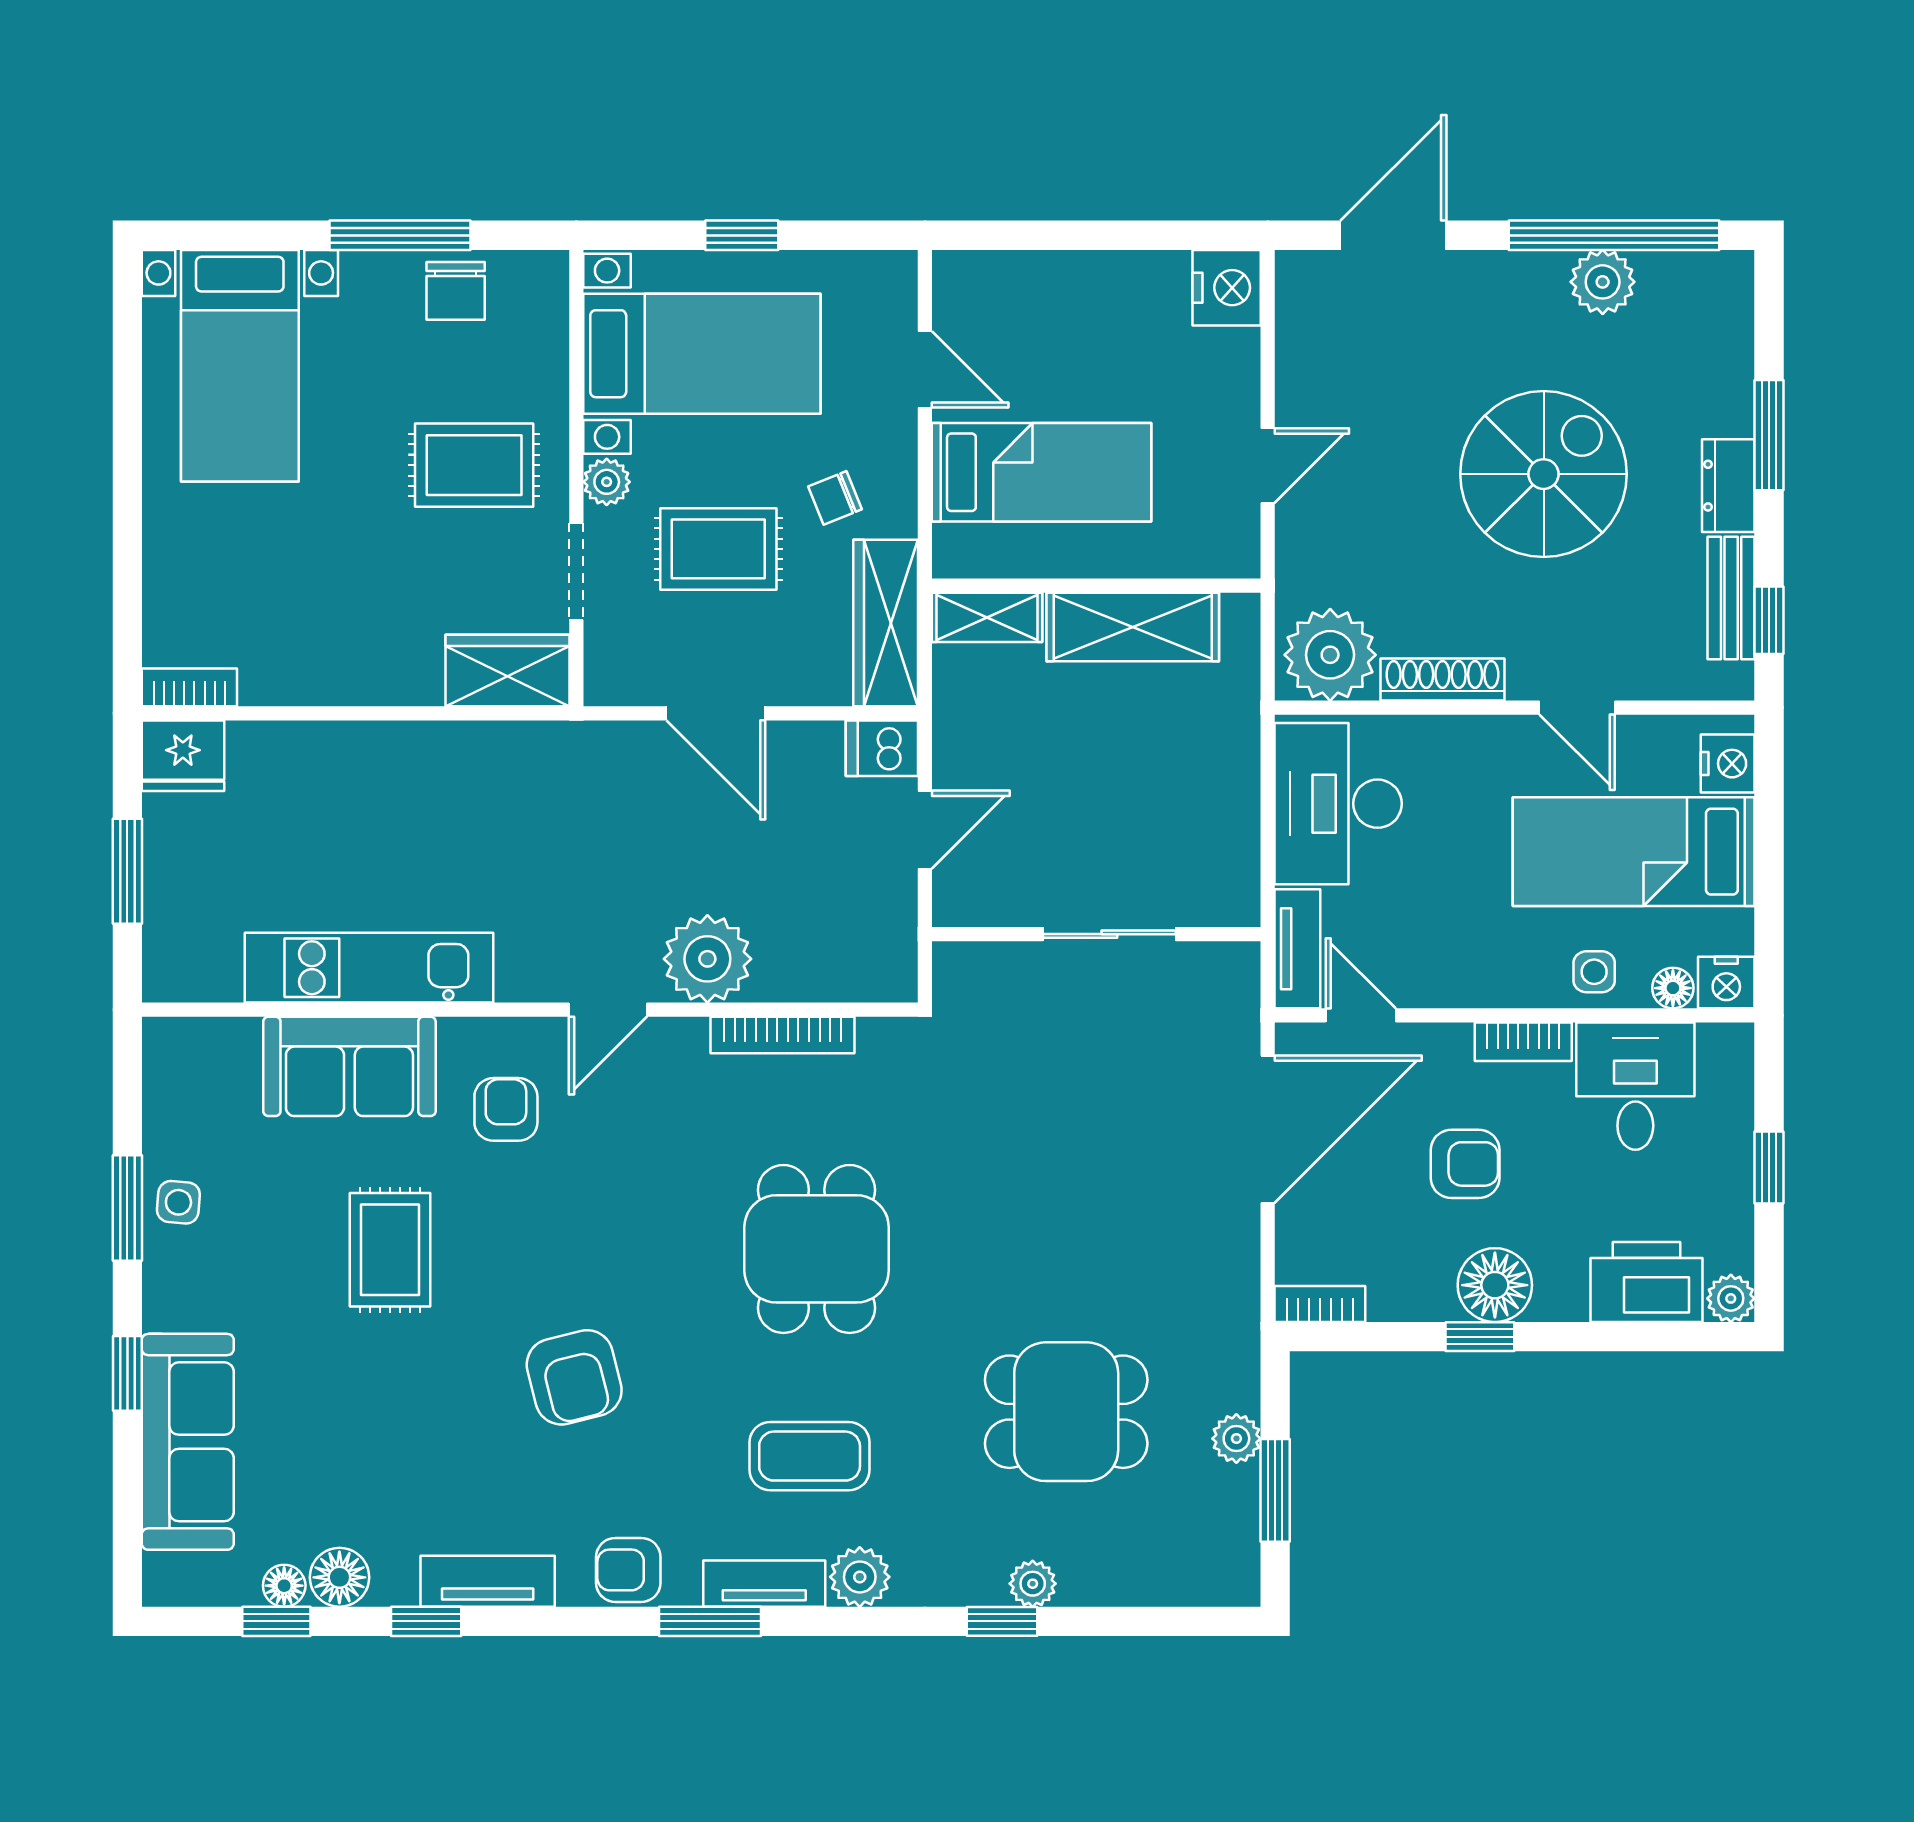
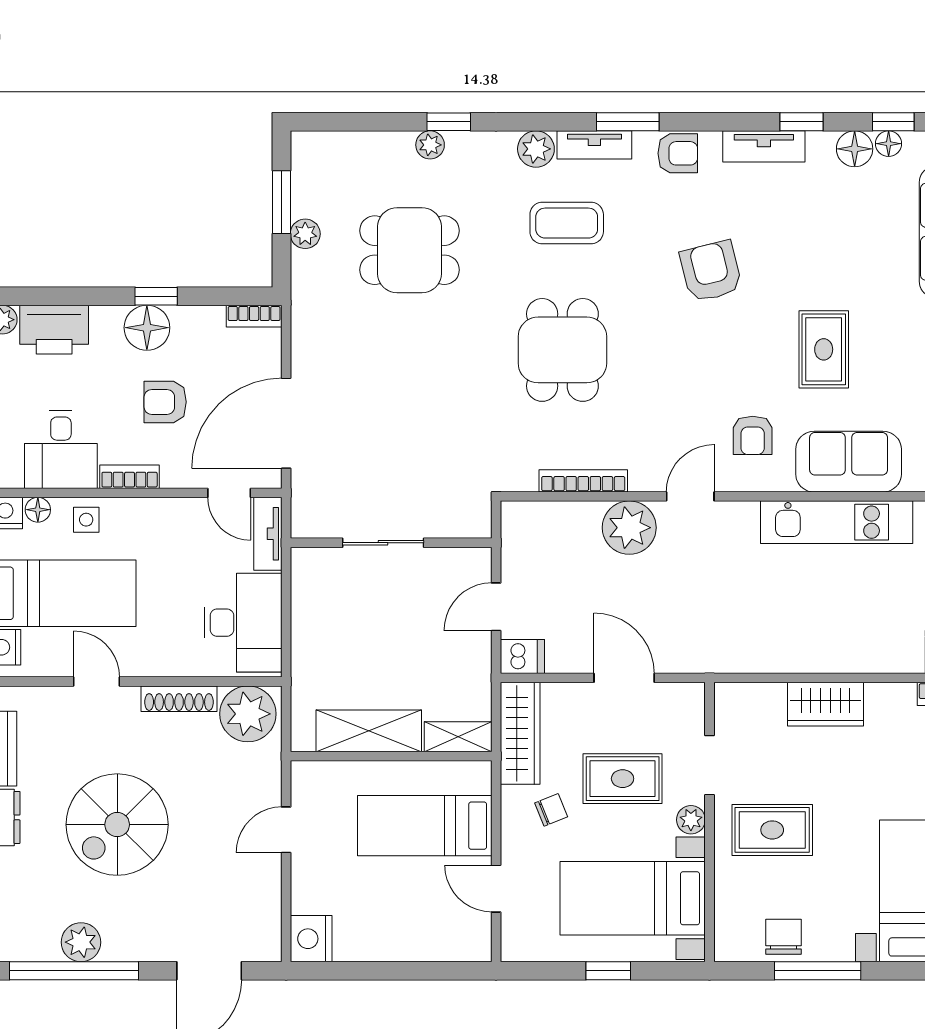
wardrobe: (508, 671) -> (825, 704), moved

